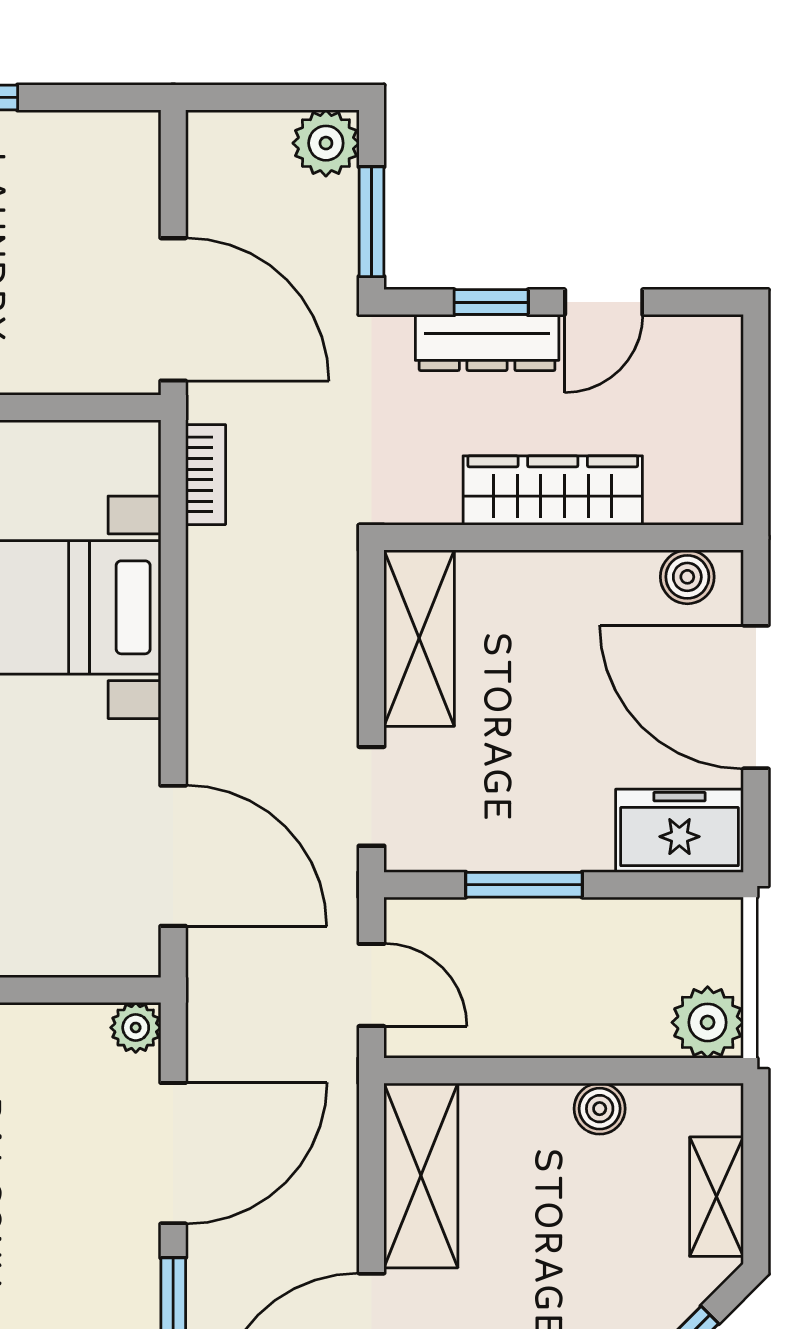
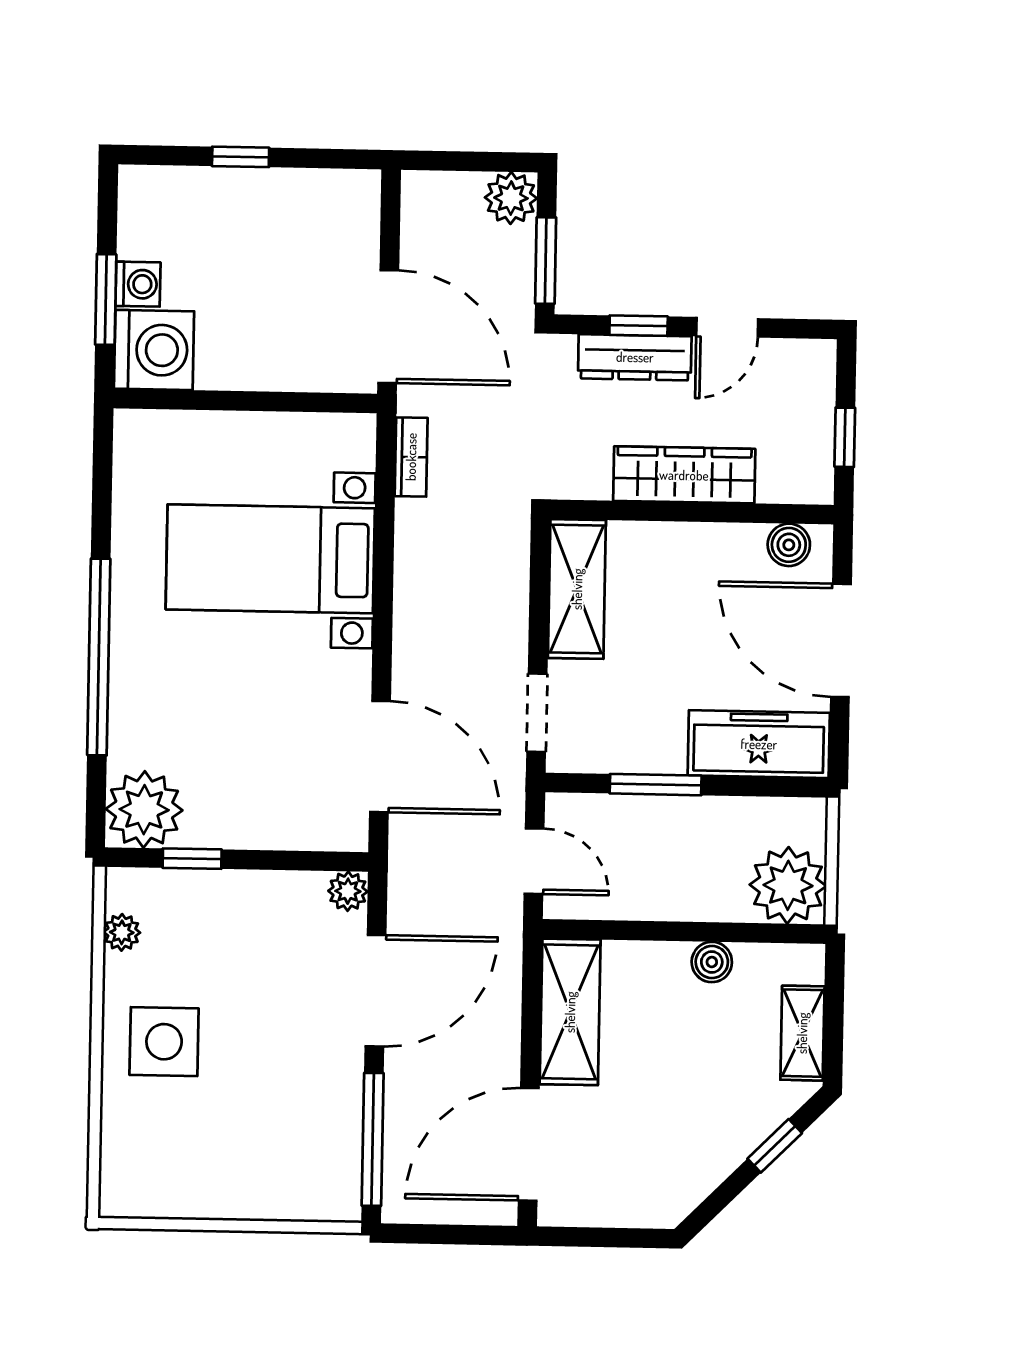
window: (756, 439) -> (845, 437), added
freezer: (679, 831) -> (759, 744), width x1.40
plant: (708, 1022) -> (788, 885), width x1.36, depth x1.36

